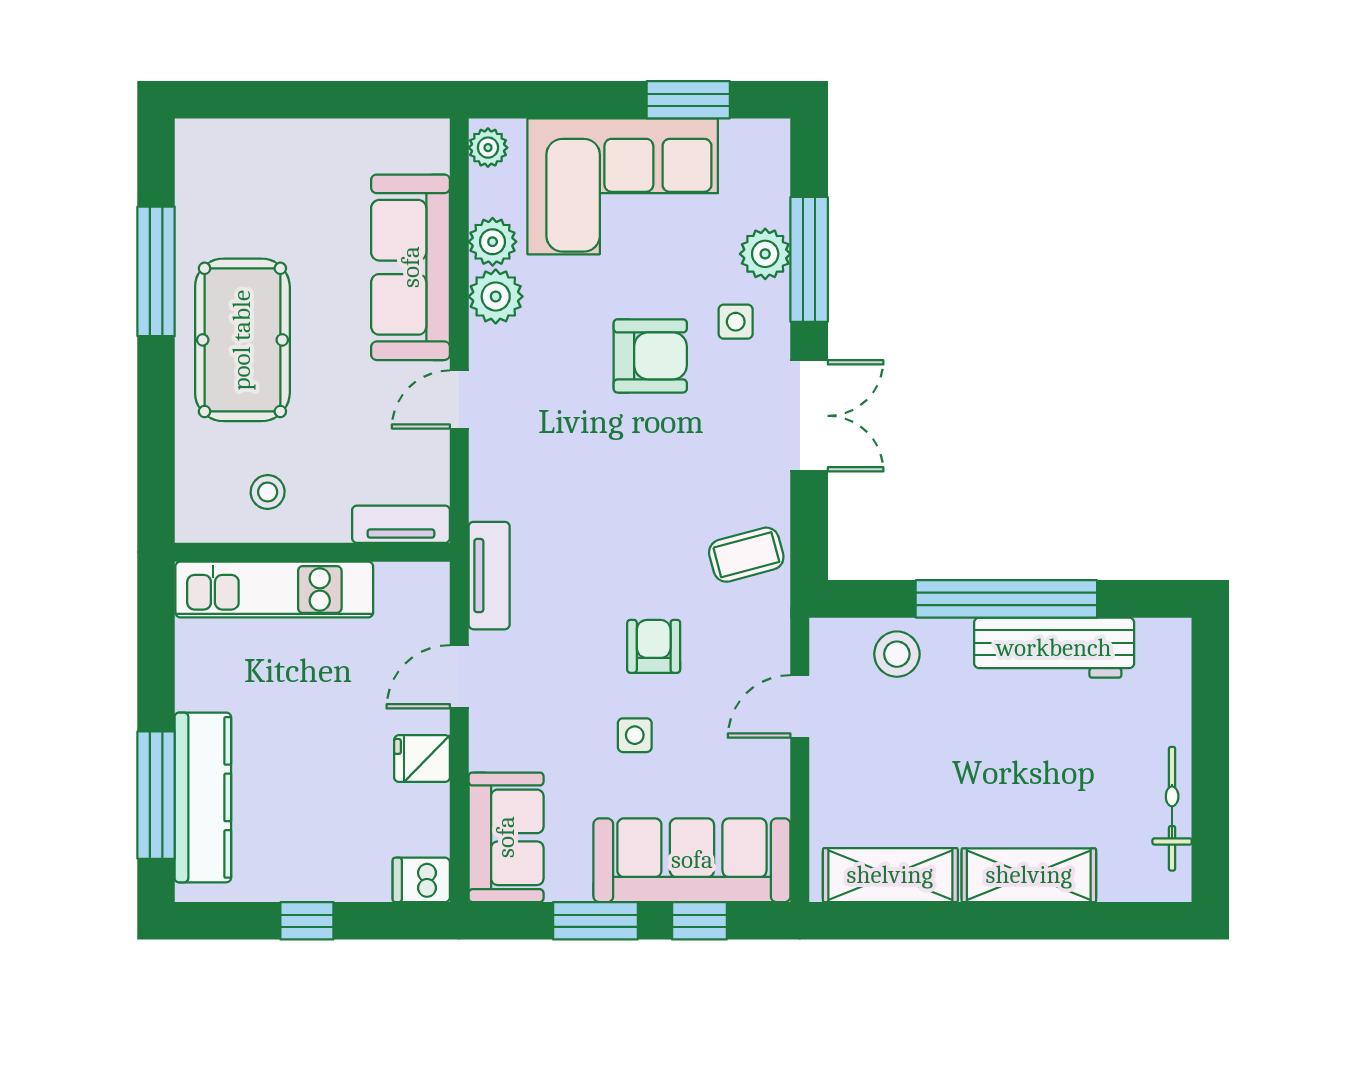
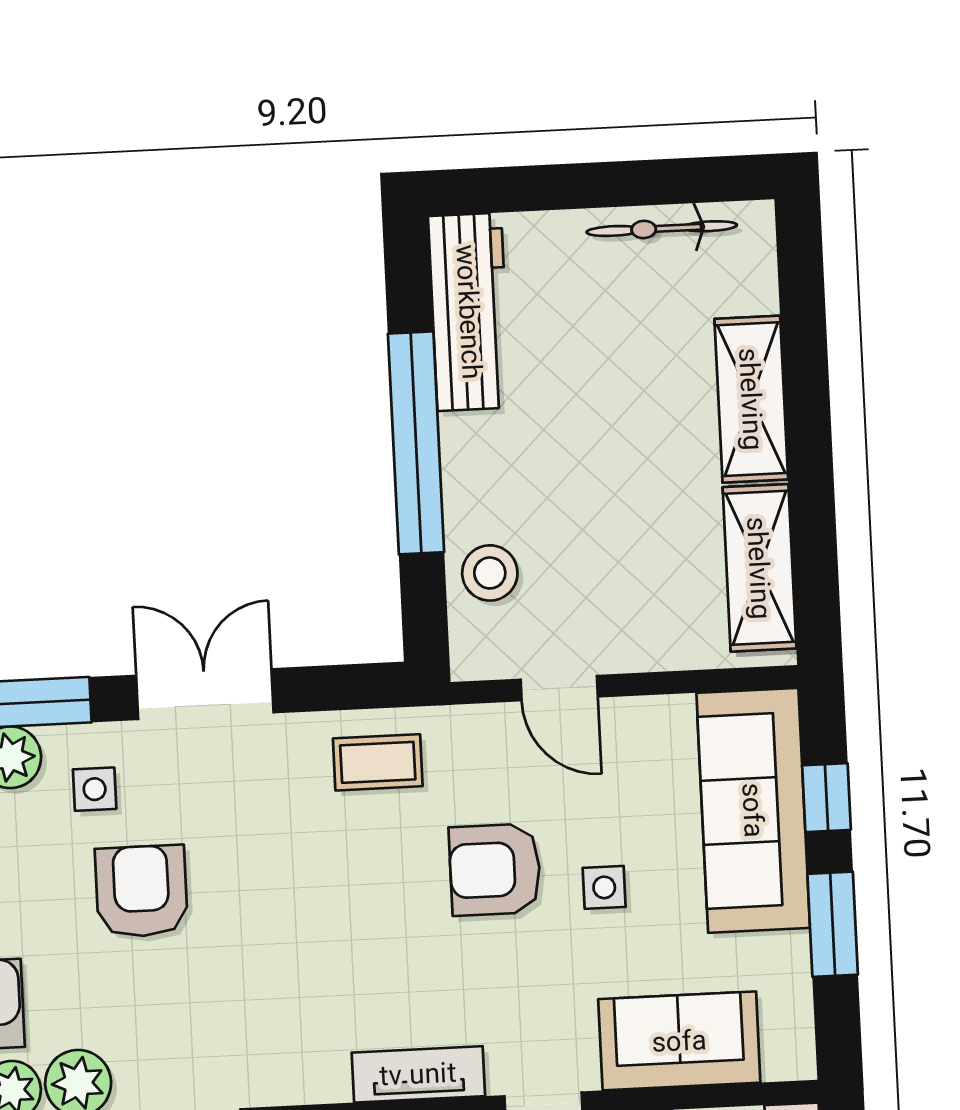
coffee table: (746, 555) -> (378, 762), turned -75
armchair: (654, 646) -> (495, 870), width x1.38, depth x1.38
workbench: (1054, 648) -> (469, 312), moved
sofa: (506, 837) -> (679, 1041), moved

